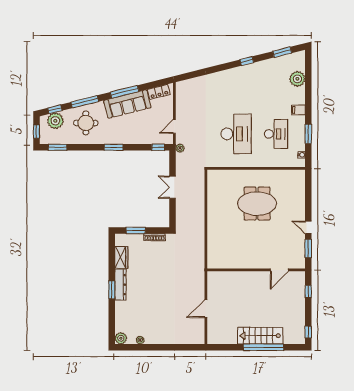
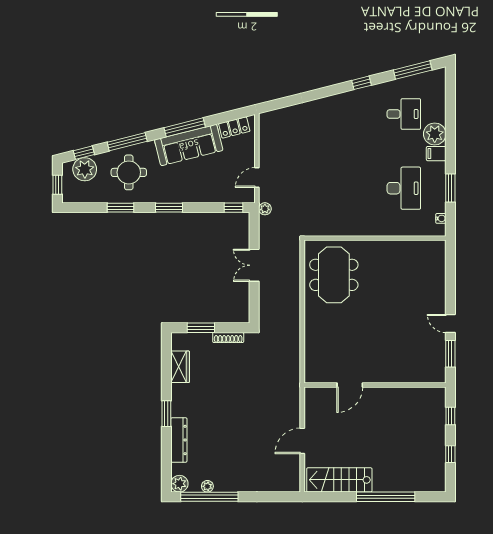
window: (282, 52) -> (413, 70), width x1.44
plant: (297, 79) -> (435, 134), moved
desk: (236, 134) -> (404, 114), moved, width x0.53, depth x0.77
window: (58, 147) -> (121, 208), moved
meeting table: (257, 204) -> (334, 275), moved, turned 90
door: (279, 270) -> (350, 385), moved
dresser: (120, 285) -> (179, 440), moved
window: (308, 332) -> (450, 454), moved
stairs: (260, 336) -> (339, 480), moved
window: (142, 347) -> (209, 497), added

